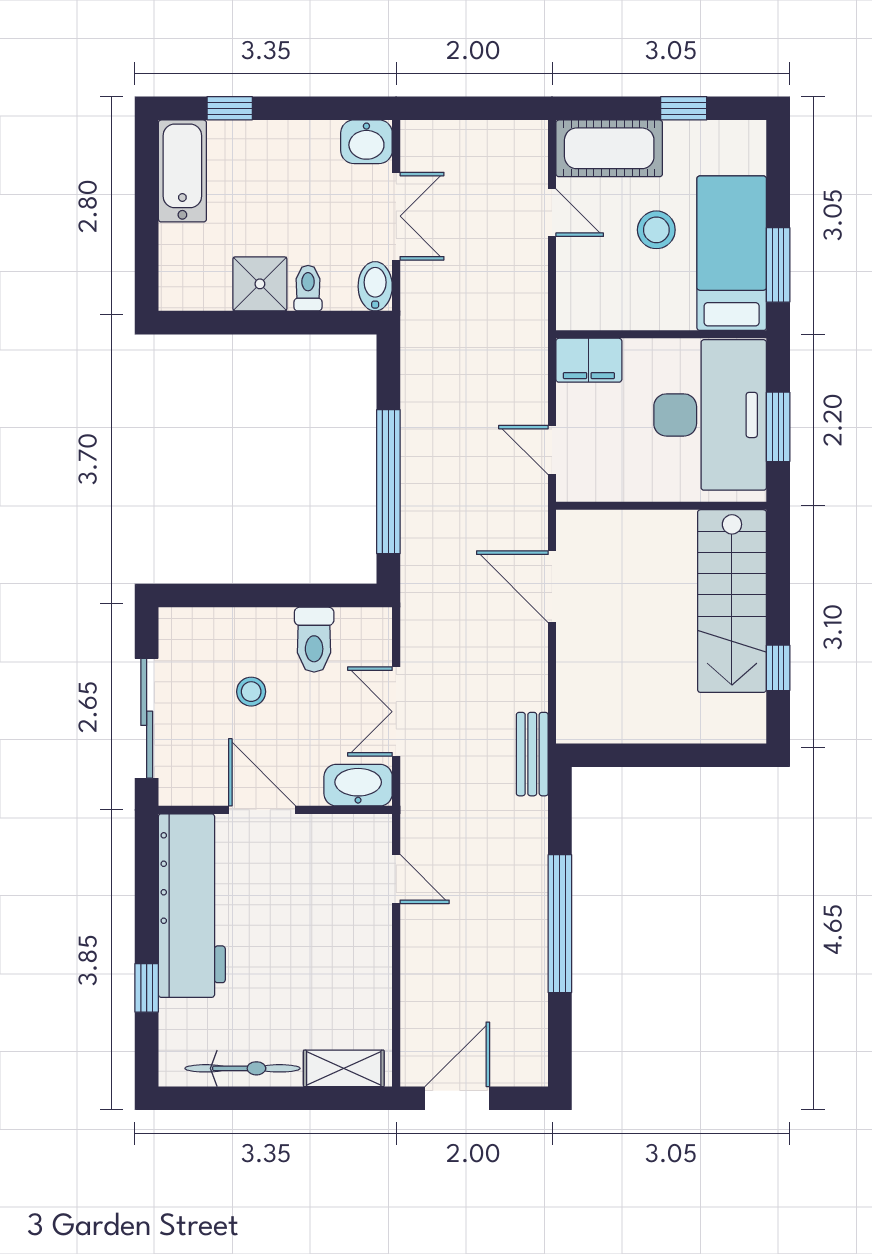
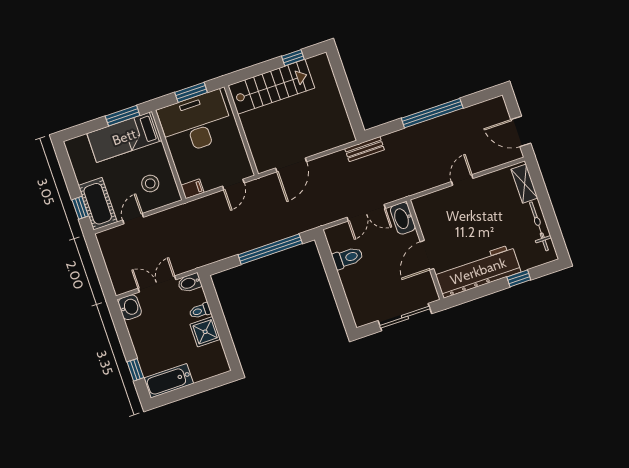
window: (684, 108) -> (80, 208), moved
stool: (656, 230) -> (150, 183), moved
filing cabinet: (589, 360) -> (192, 189), width x0.50
stool: (251, 692) -> (379, 277), removed
door: (396, 879) -> (462, 180), moved

